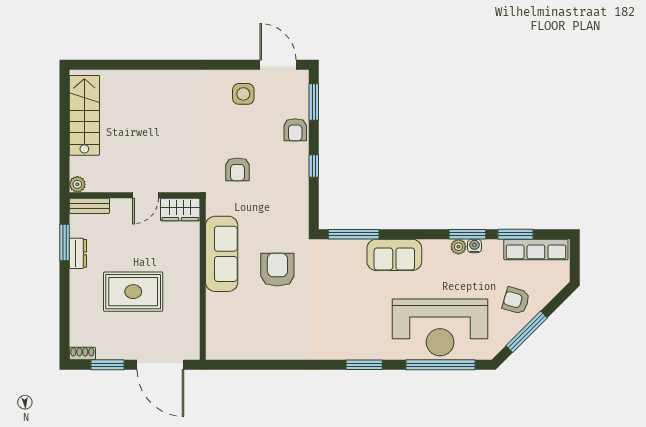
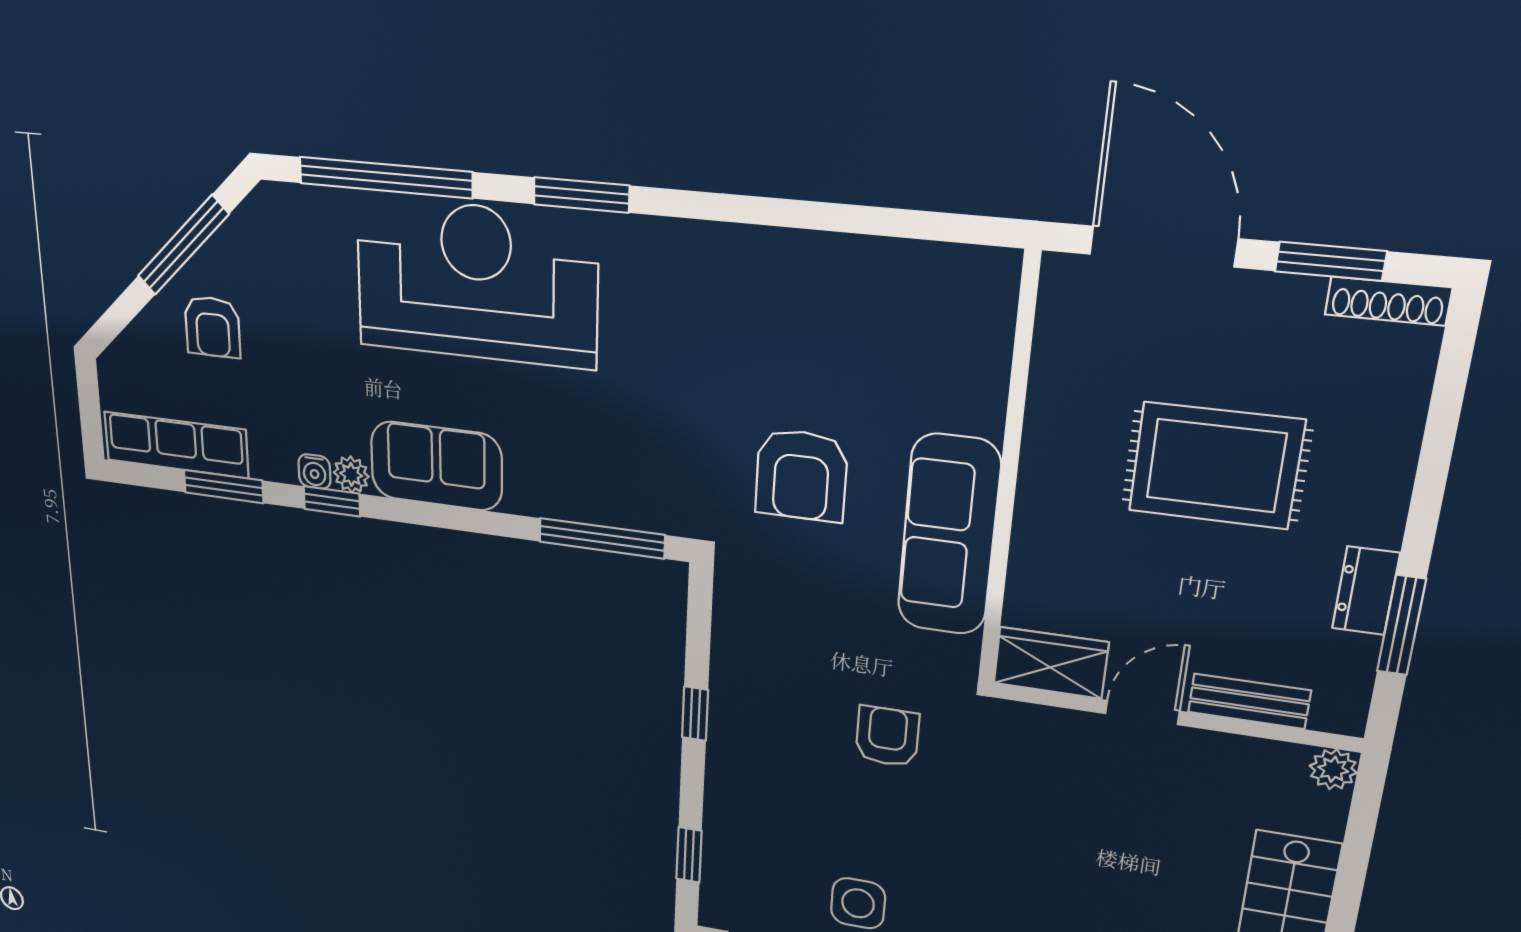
window: (314, 102) -> (689, 855), width x0.67
armchair: (295, 130) -> (736, 803), removed
bench: (89, 206) -> (1249, 701), moved
window: (467, 234) -> (332, 501), width x0.67
sofa: (394, 255) -> (436, 466), moved
armchair: (516, 300) -> (213, 327), turned 74
reception desk: (440, 327) -> (476, 282), moved
shoe rack: (82, 354) -> (1388, 301), width x1.43

